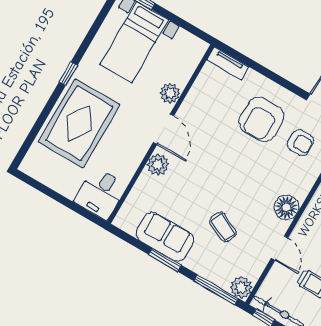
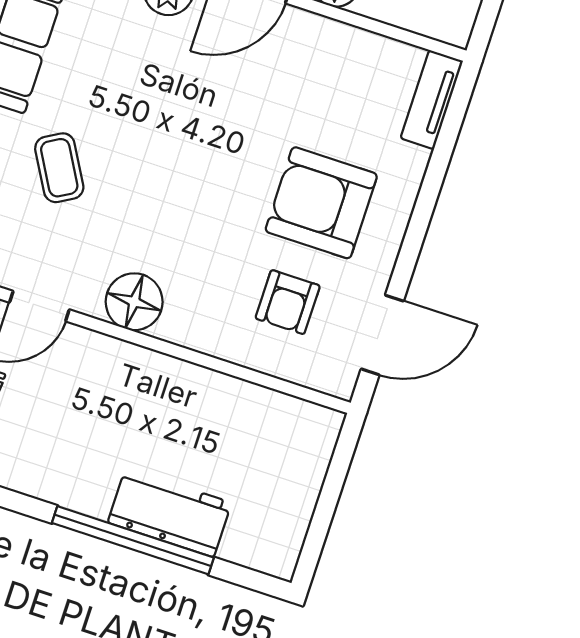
coffee table: (223, 227) -> (59, 168), turned -56

